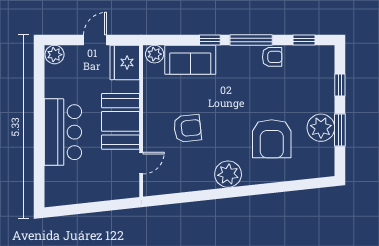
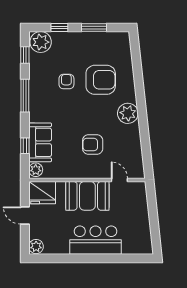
window: (210, 40) -> (25, 146), moved
armchair: (272, 57) -> (66, 81), moved
armchair: (187, 128) -> (93, 145), turned -84
plant: (321, 128) -> (41, 42), moved

